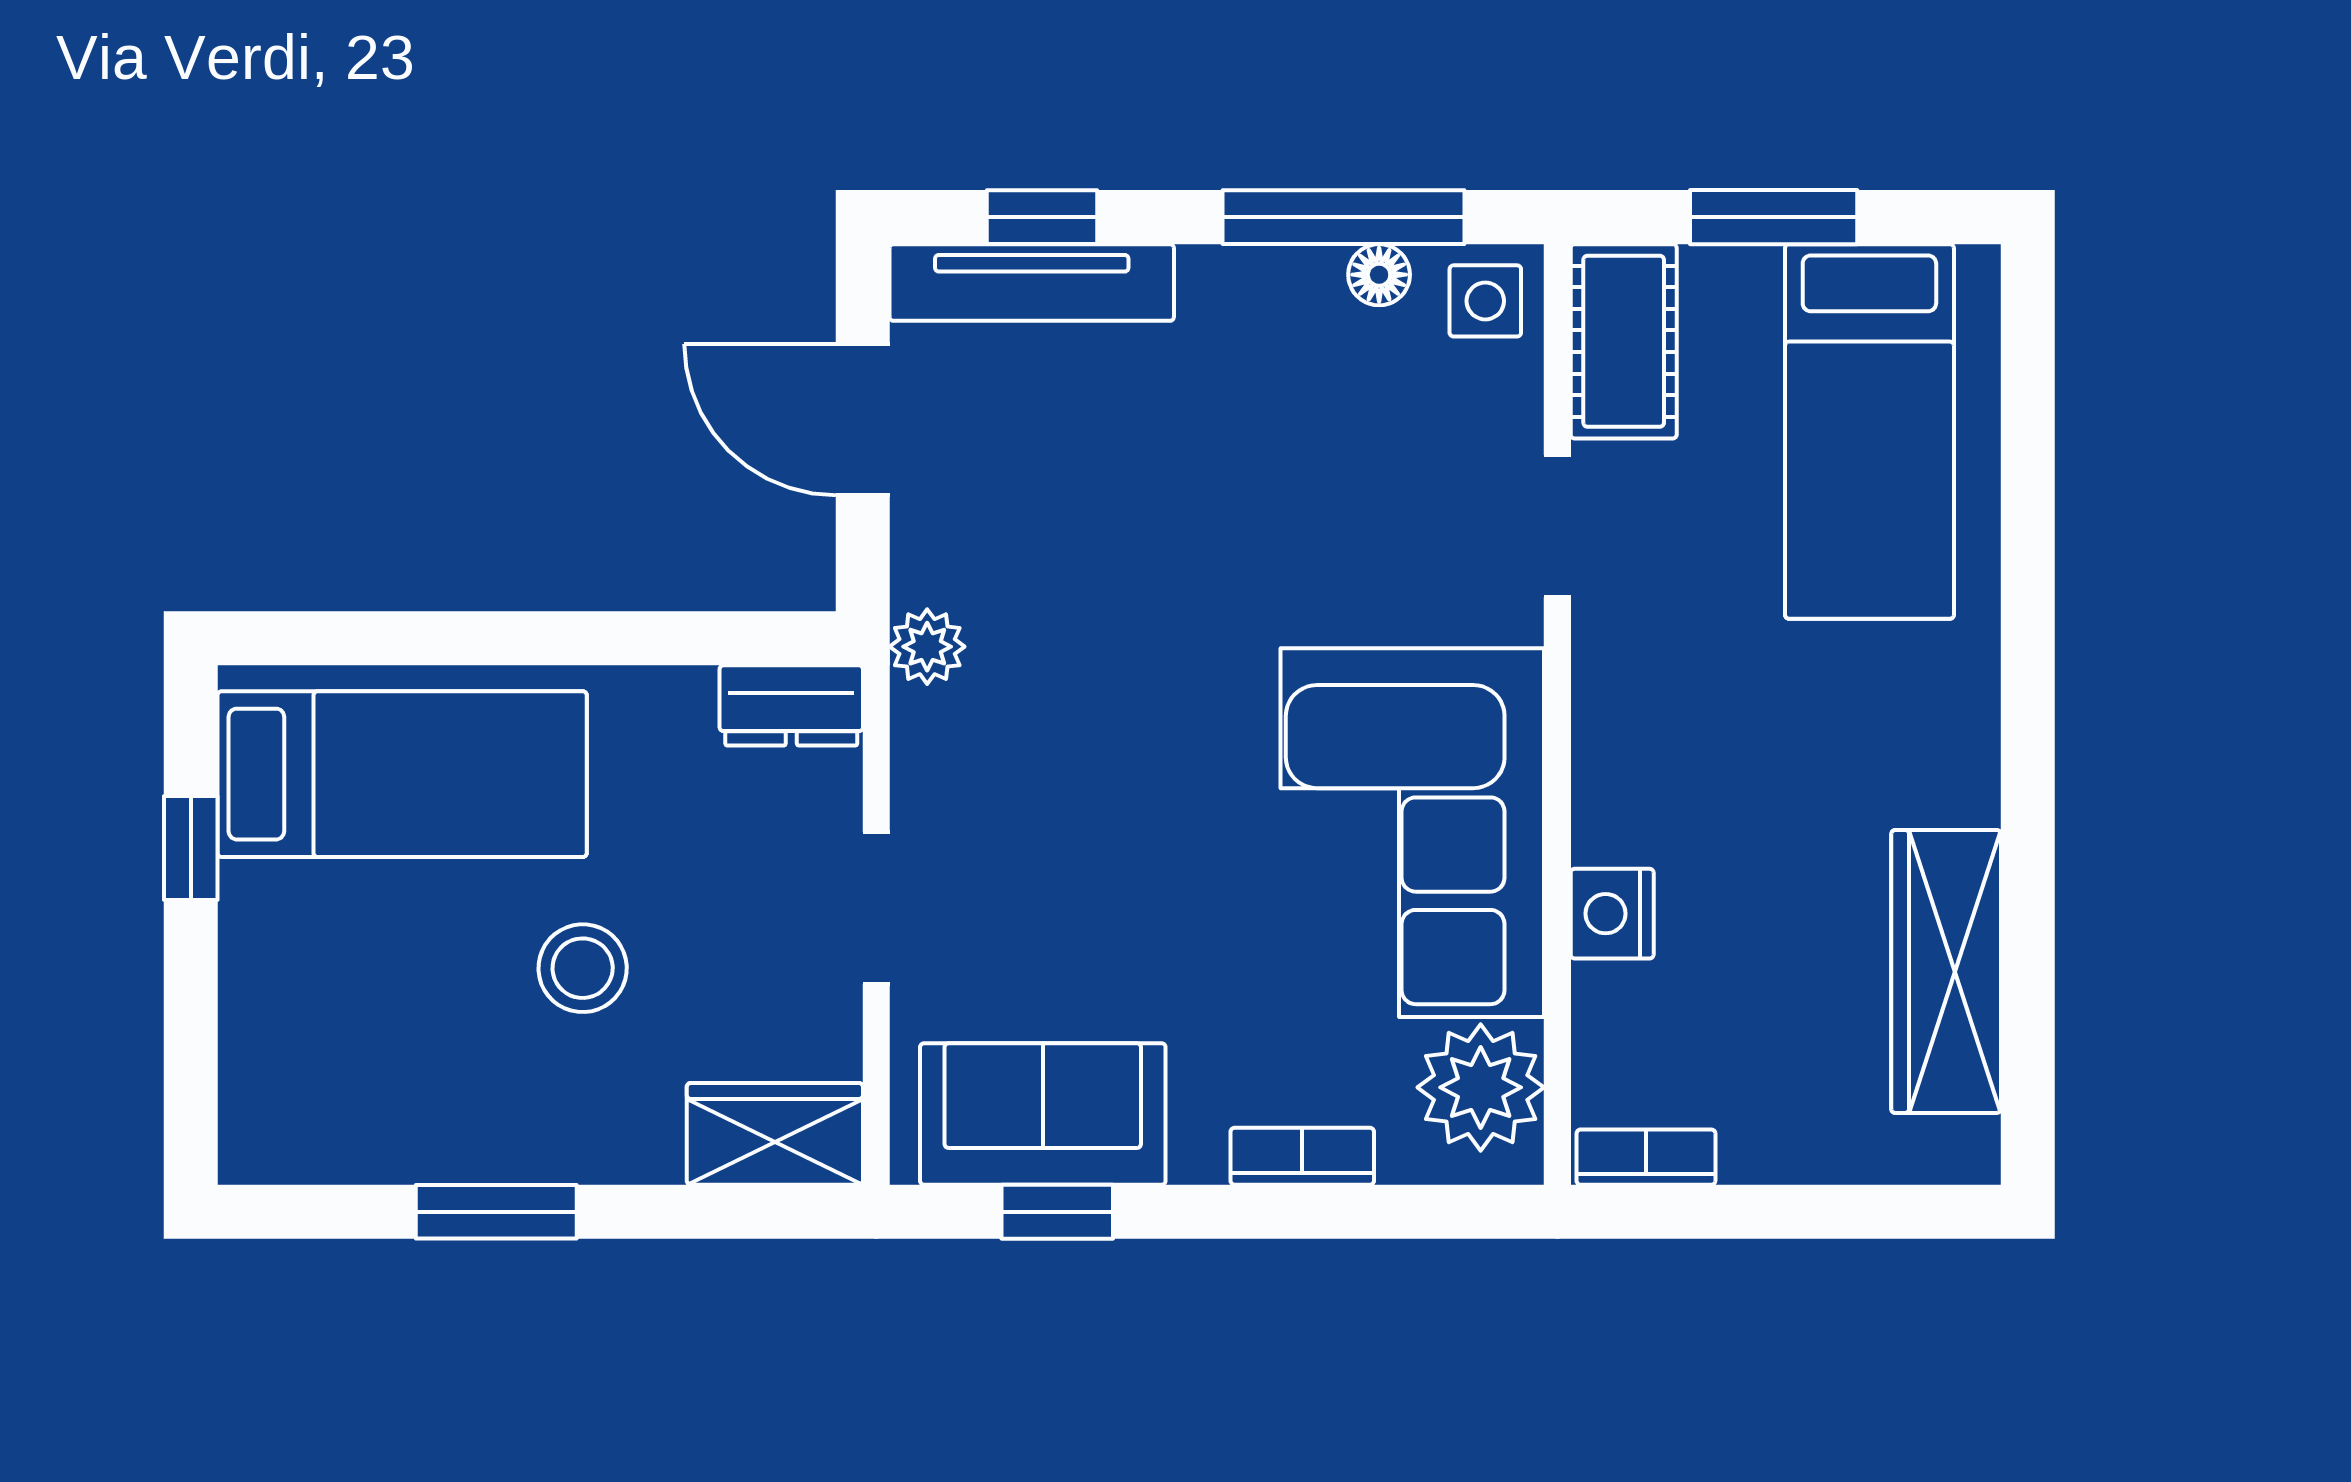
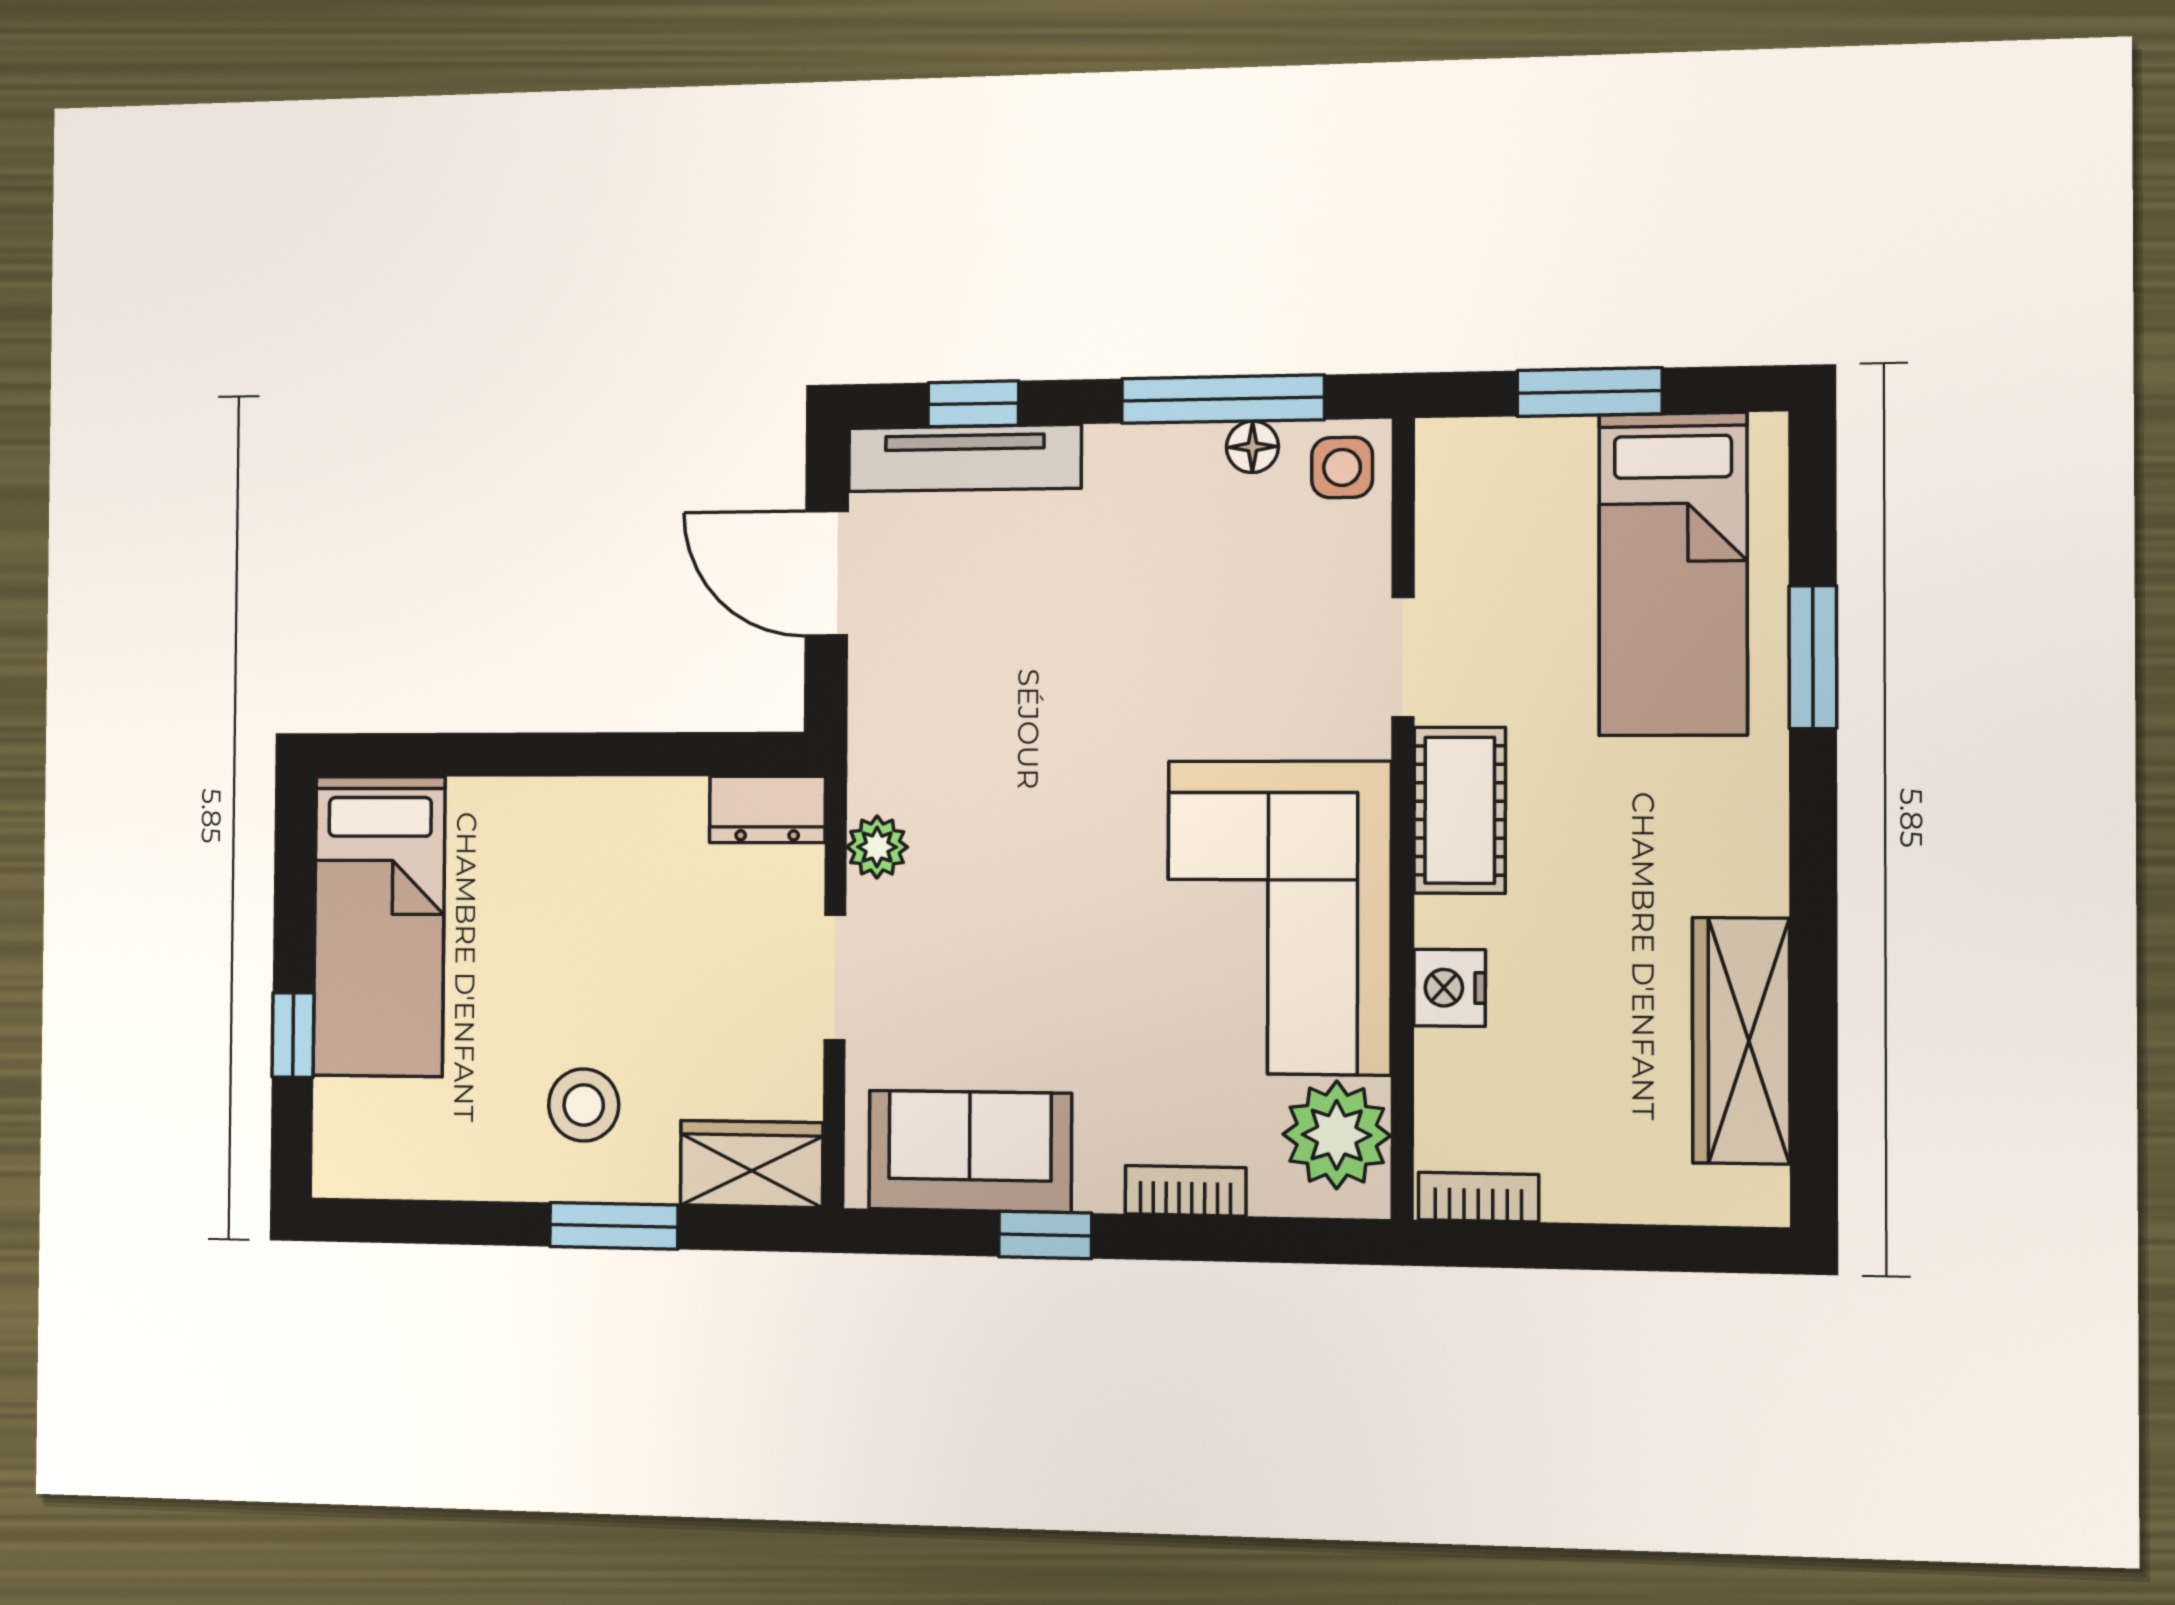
cot: (1624, 341) -> (1460, 810), moved
window: (2028, 529) -> (1813, 657), added
plant: (927, 647) -> (877, 847), moved
bed: (402, 774) -> (379, 926), moved, turned 90
window: (191, 848) -> (293, 1035), moved
stool: (583, 968) -> (584, 1105), moved
window: (496, 1212) -> (614, 1226), moved
window: (1057, 1212) -> (1045, 1235), moved

